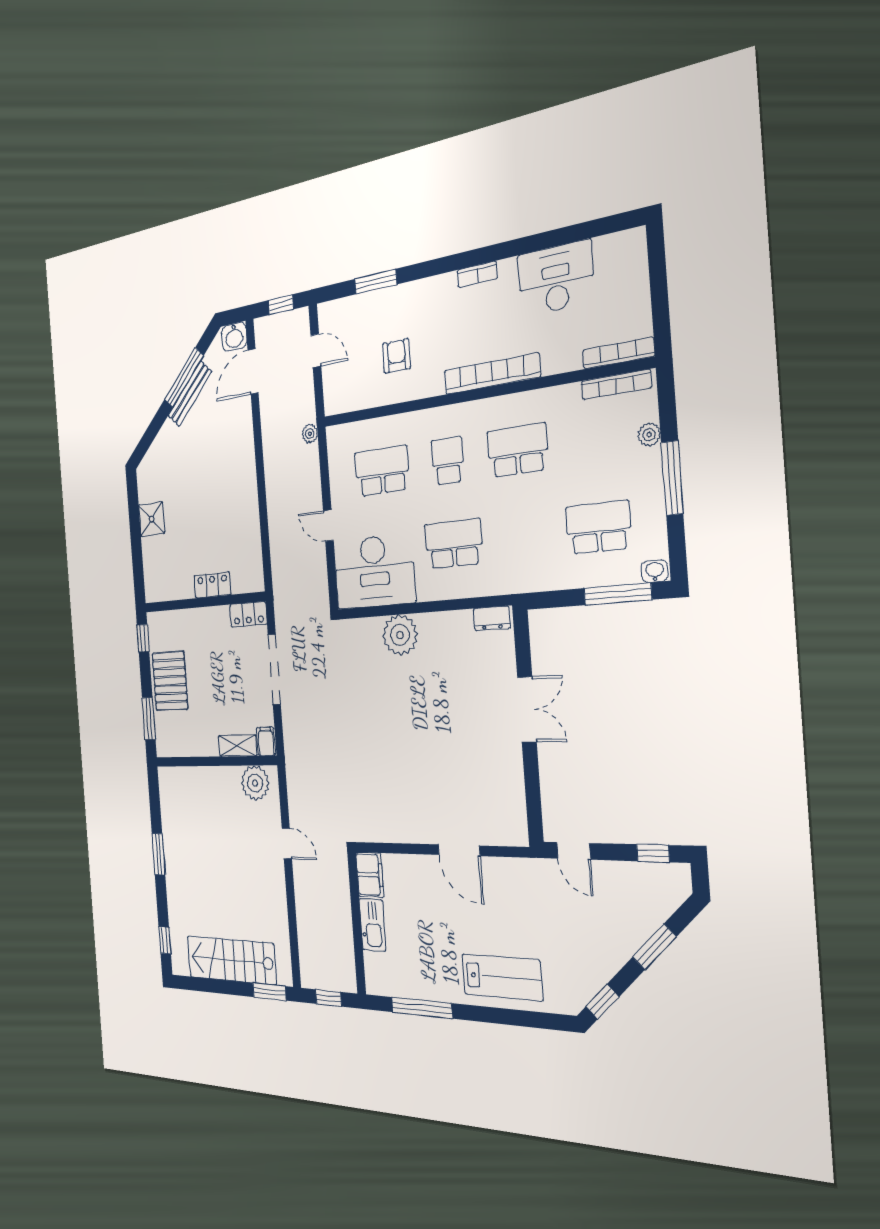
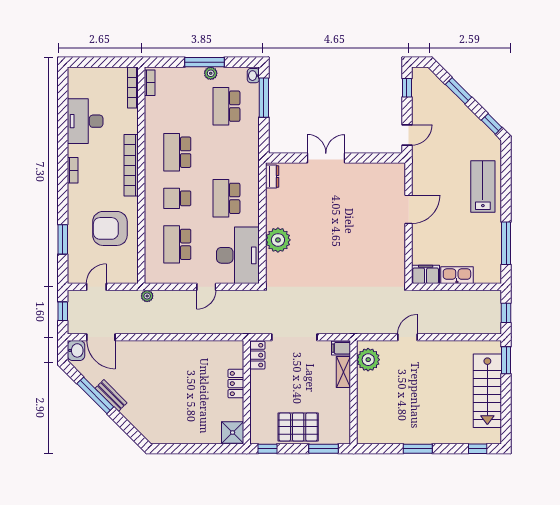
armchair: (396, 356) -> (110, 228), width x1.88, depth x1.88
bookcase: (616, 384) -> (150, 83), width x0.64
bench: (190, 394) -> (111, 396), width x0.73
plant: (649, 435) -> (211, 73), moved
shower: (152, 519) -> (233, 433), moved

